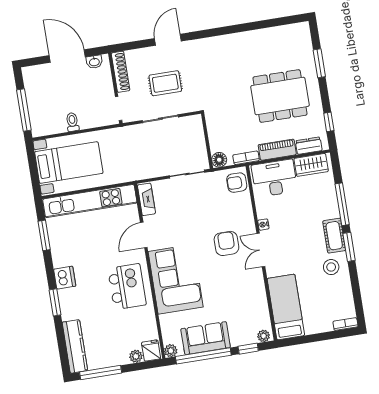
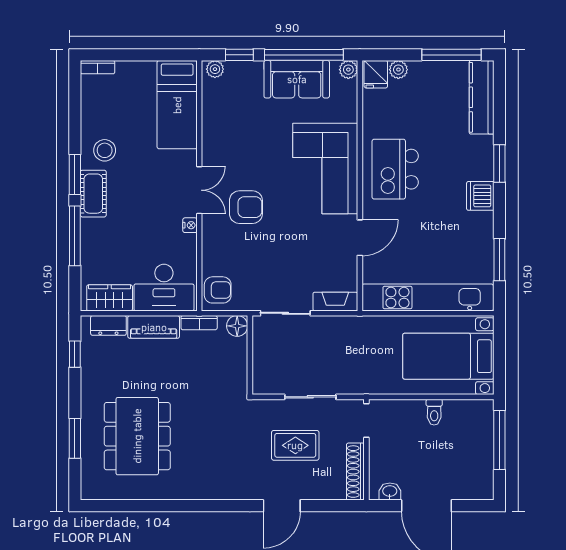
dining table: (280, 96) -> (137, 436), moved, turned 90
fireplace: (146, 199) -> (335, 302), moved, turned 90
armchair: (226, 243) -> (246, 207), turned -90

